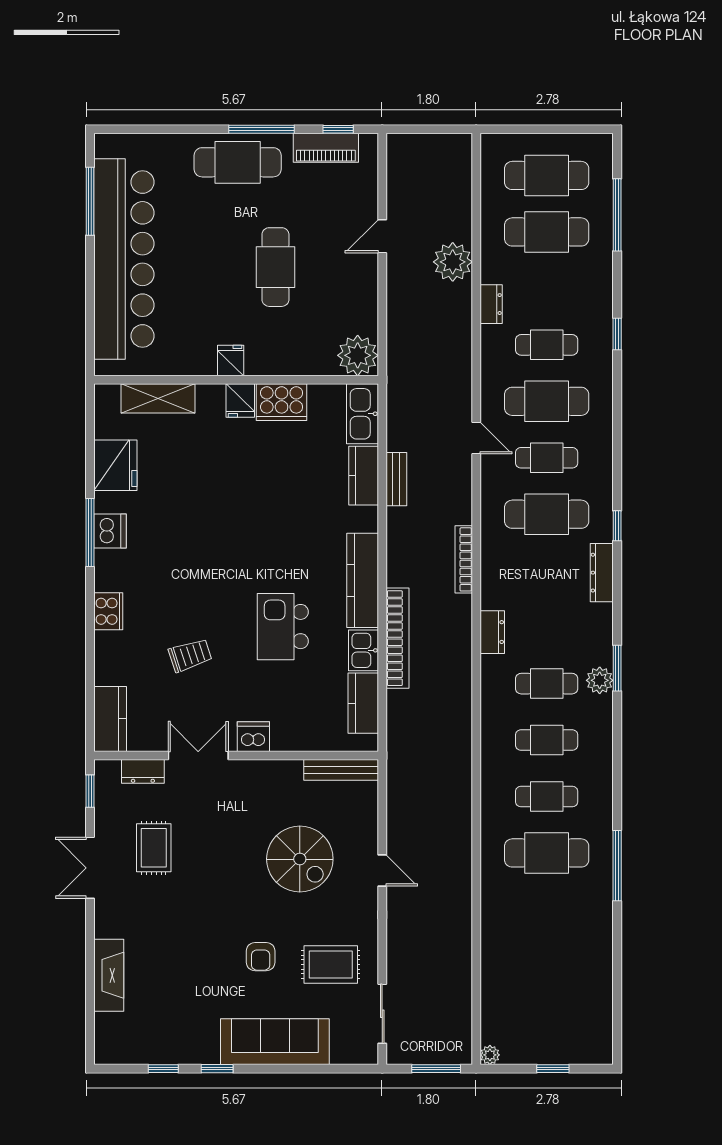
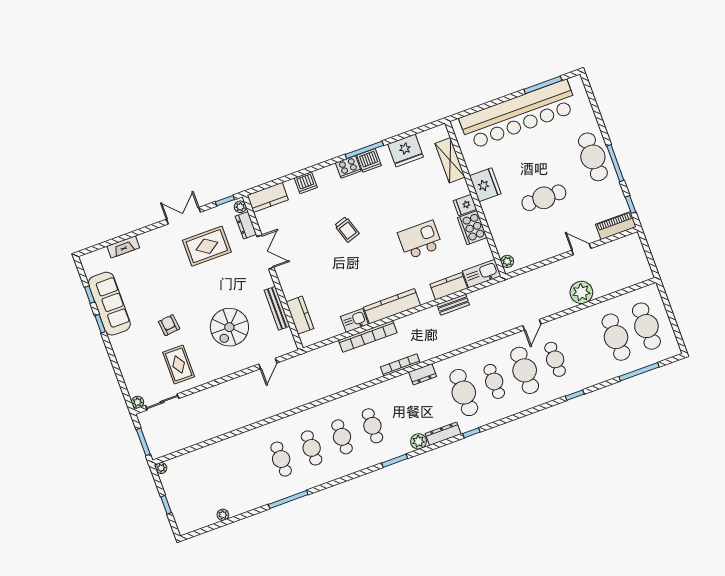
piano: (326, 148) -> (616, 226), moved, turned 90
dresser: (491, 304) -> (566, 321), removed
plant: (358, 355) -> (507, 261), width x0.53, depth x0.53
fridge: (231, 360) -> (485, 185), width x1.88, depth x1.34
door: (476, 438) -> (532, 325), moved
bookcase: (464, 559) -> (400, 365), moved
cooker: (108, 611) -> (348, 167), moved
kitchen island: (283, 627) -> (420, 240), moved
dresser: (492, 632) -> (423, 374), moved
trolley: (190, 655) -> (347, 229), moved
plant: (600, 680) -> (419, 441), moved
kitchen counter: (363, 703) -> (300, 315), moved, turned 90
dishwasher: (253, 737) -> (306, 183), moved, turned 90
plant: (109, 770) -> (240, 207), added
bench: (341, 770) -> (277, 308), moved
rug: (154, 848) -> (207, 246), width x1.36, depth x1.43
cafe table: (547, 853) -> (281, 459), width x0.73, depth x0.74
door: (382, 870) -> (268, 363), moved
armchair: (261, 957) -> (169, 325), turned 84
fireplace: (109, 975) -> (123, 247), width x0.73, depth x0.76
plant: (603, 982) -> (223, 515), added
sofa: (275, 1042) -> (109, 304), moved
plant: (368, 1054) -> (138, 402), added

